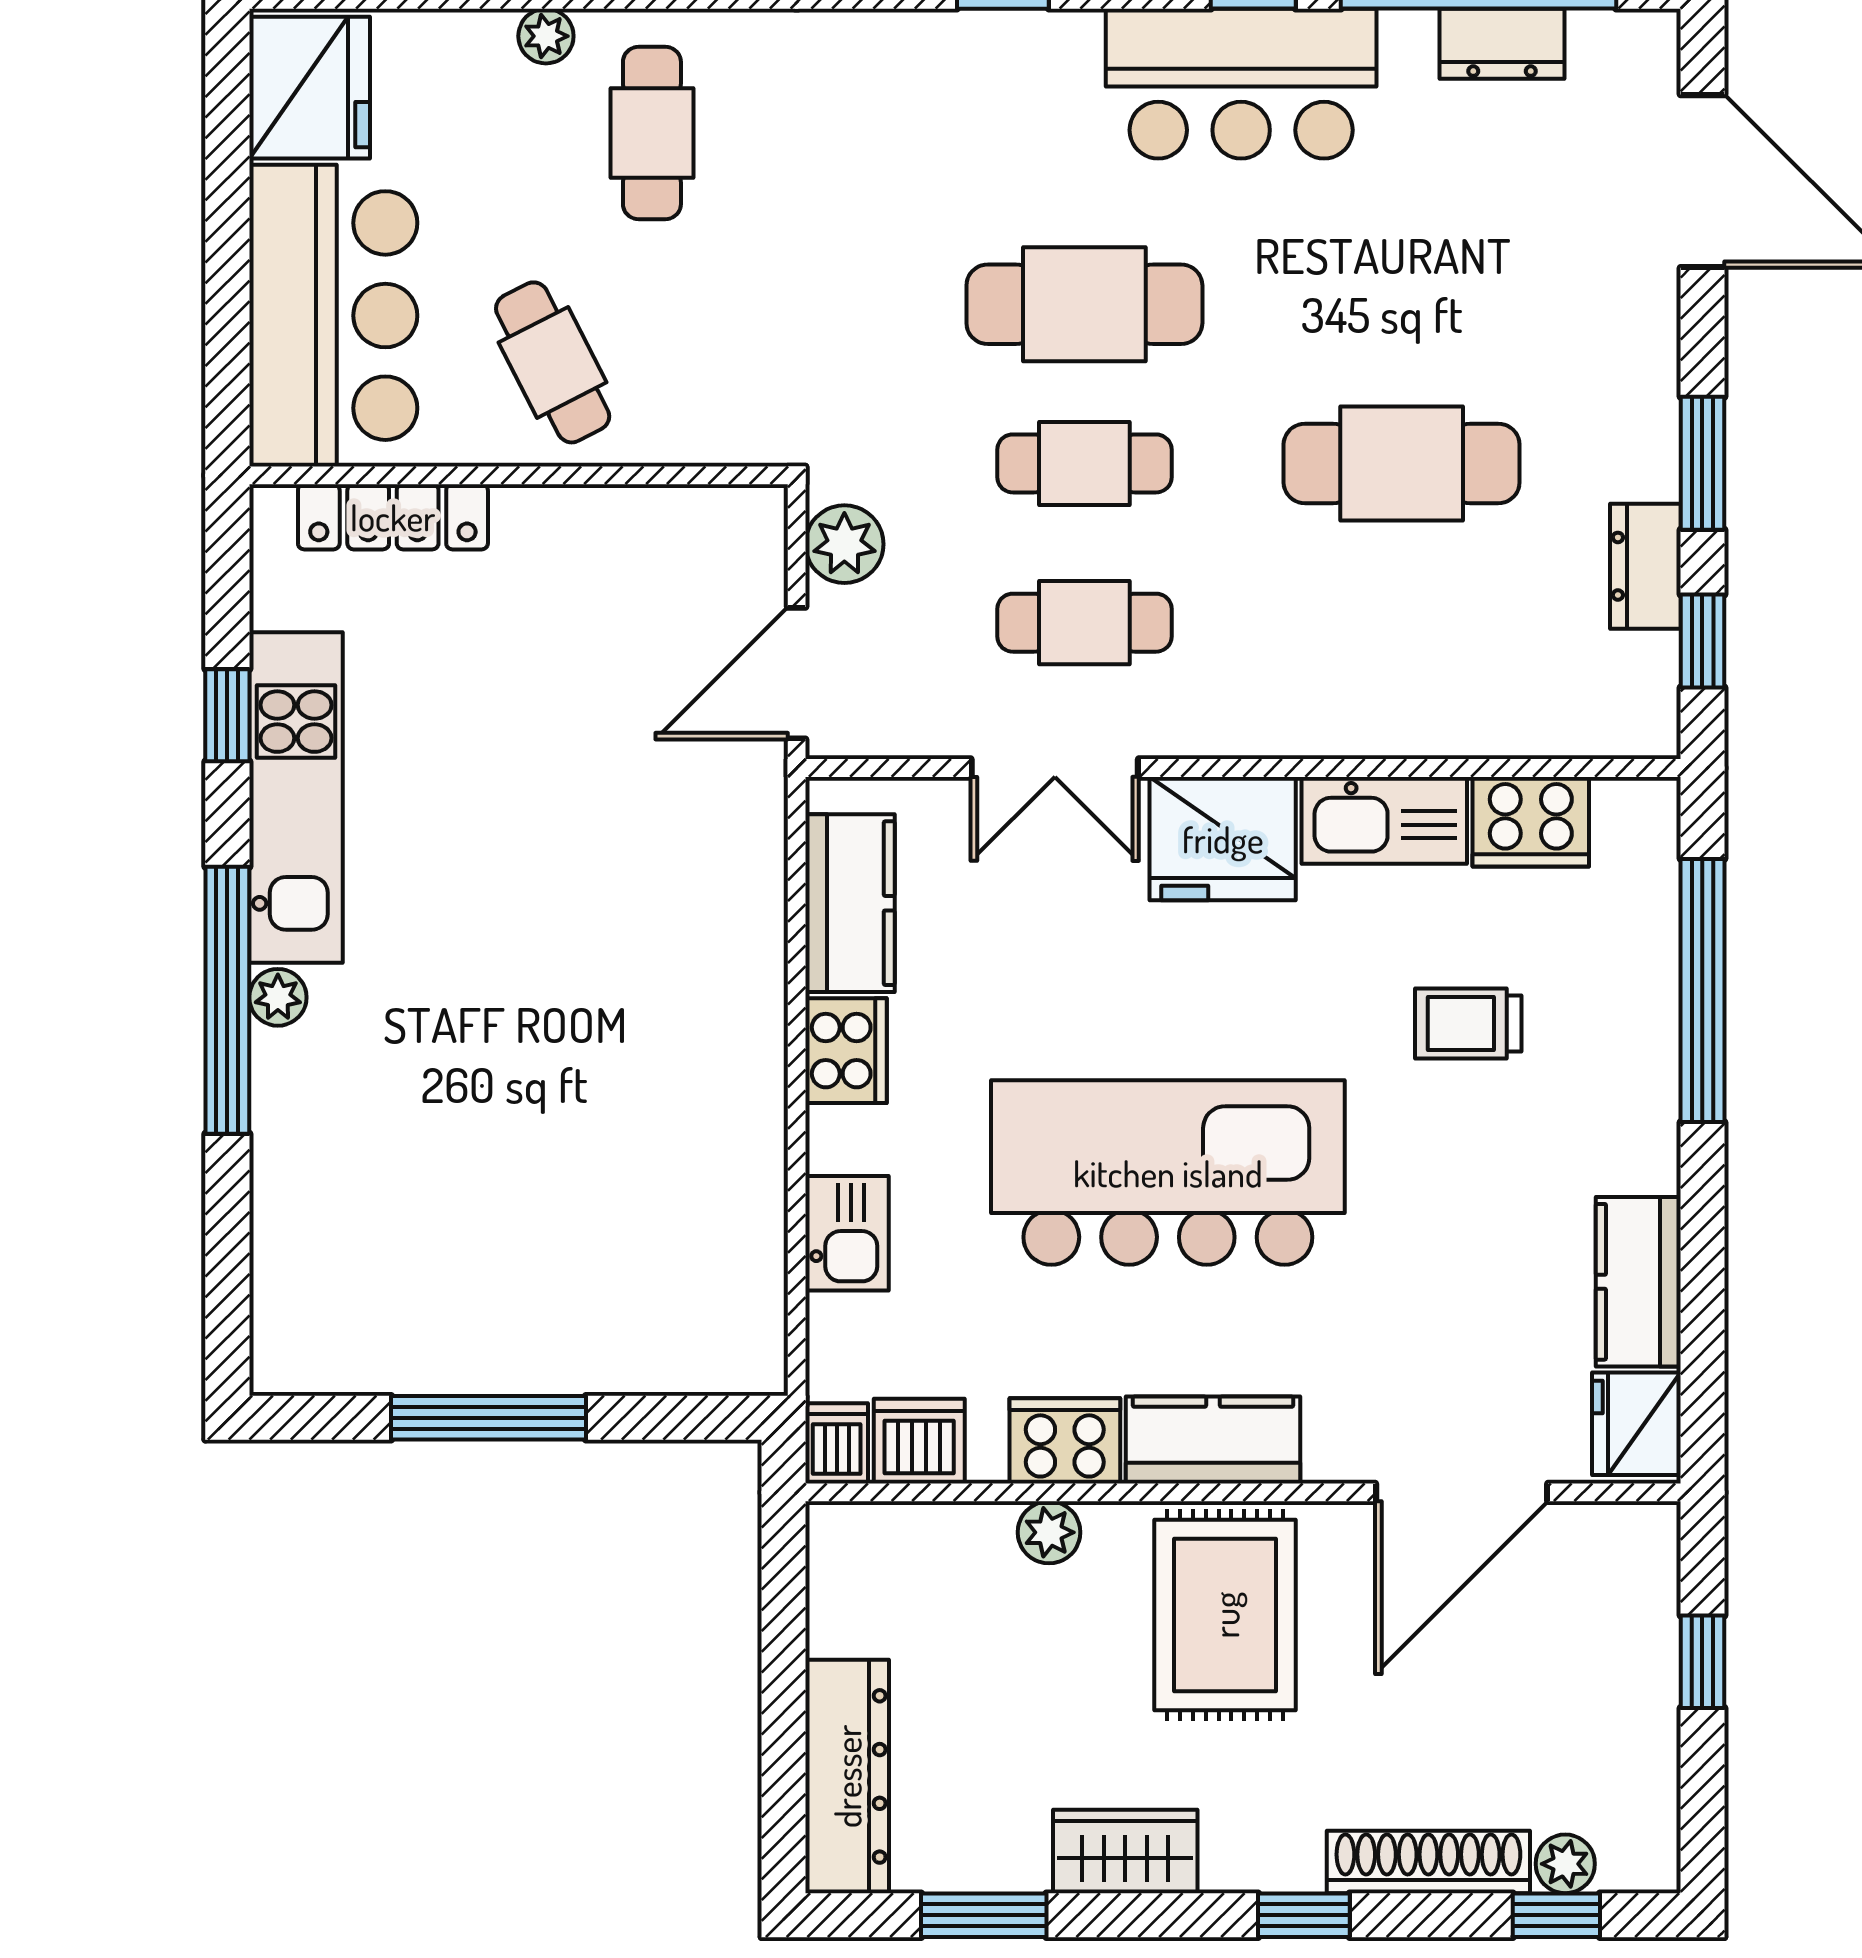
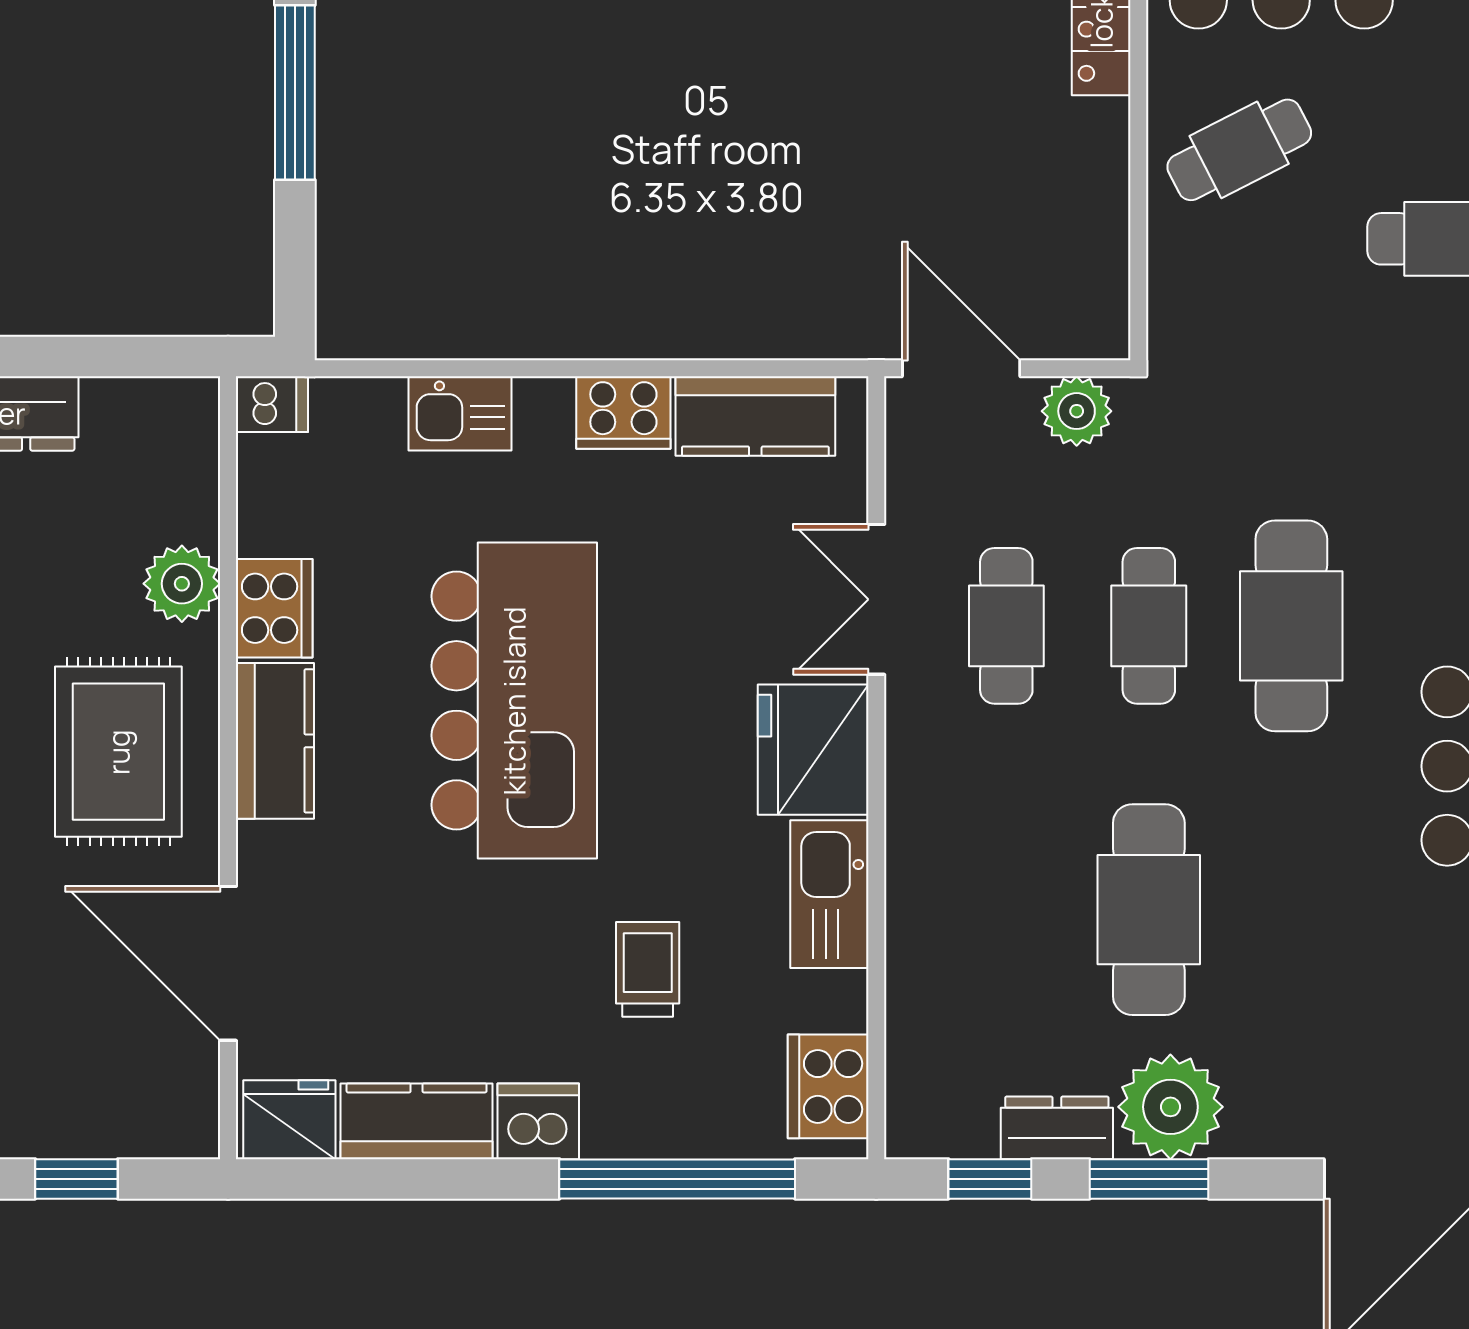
plant: (1622, 439) -> (1170, 1107), added
cooker: (1531, 822) -> (828, 1086), moved
dishwasher: (919, 1441) -> (538, 1121), moved, turned -90
plant: (1049, 1532) -> (182, 584), width x1.38, depth x1.38
rug: (1225, 1615) -> (118, 752), turned 90

